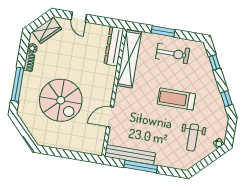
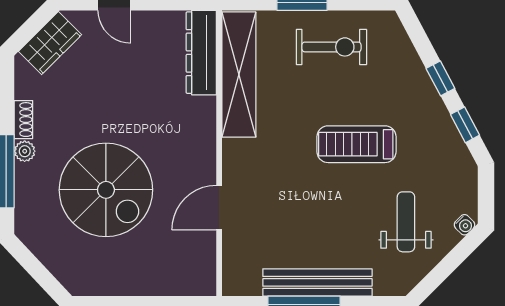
plant: (32, 48) -> (25, 151), moved
window: (214, 62) -> (440, 78), moved
weight bench: (193, 138) -> (406, 222), turned 180
bench: (130, 155) -> (317, 282), moved

